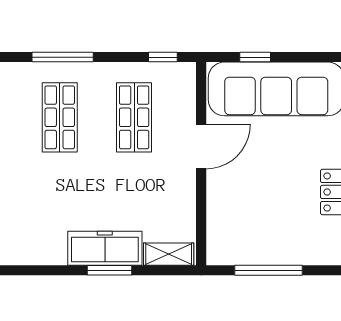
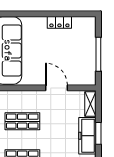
door: (201, 147) -> (56, 88), moved

